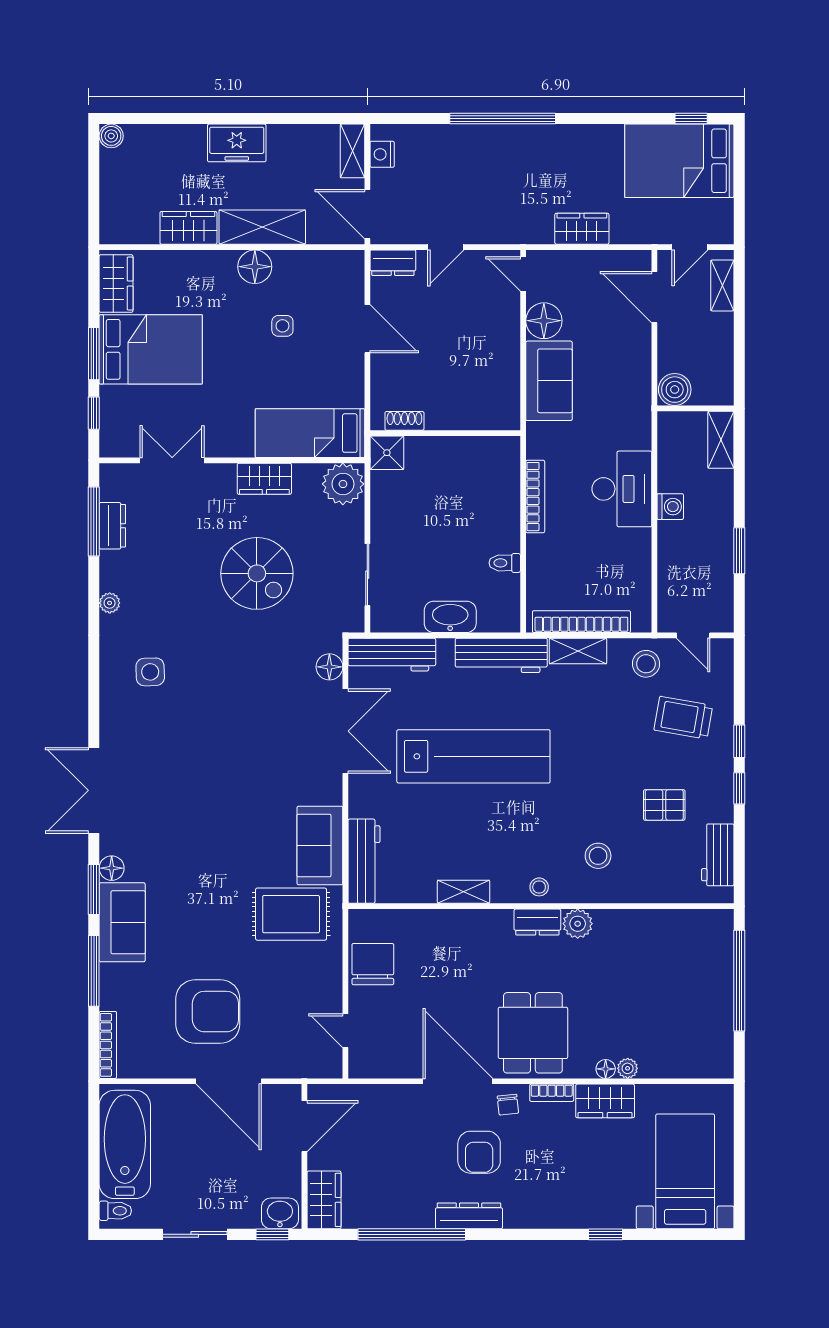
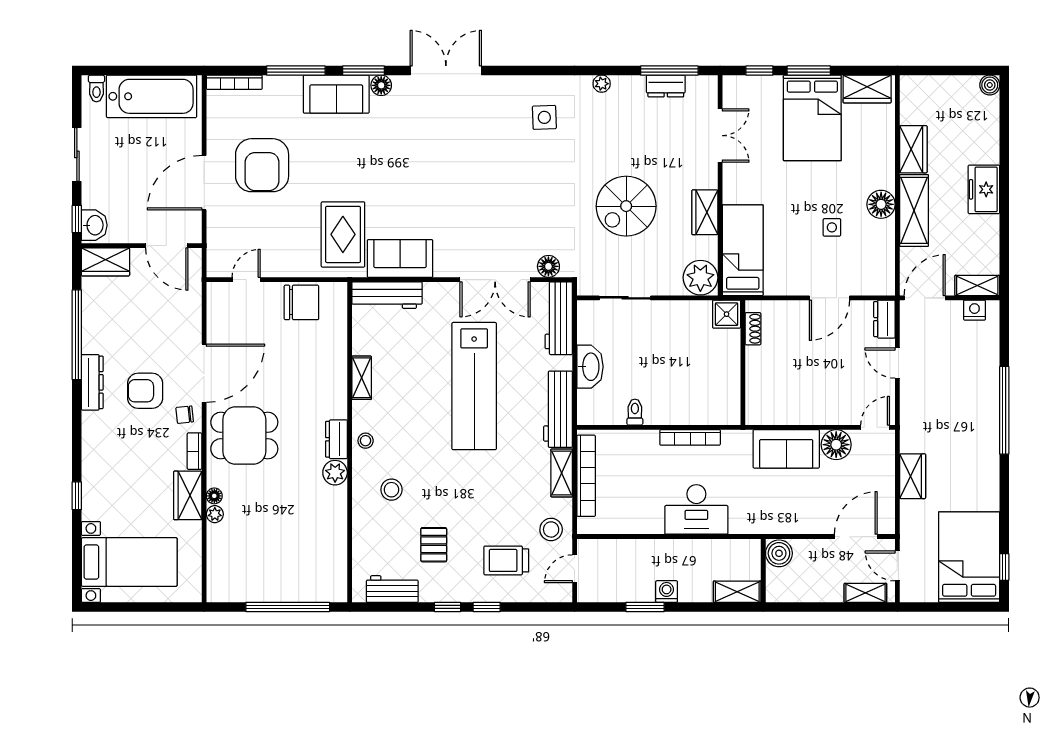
washing machine: (670, 507) -> (667, 592), moved, turned 180
trolley: (683, 718) -> (506, 560), turned -100

